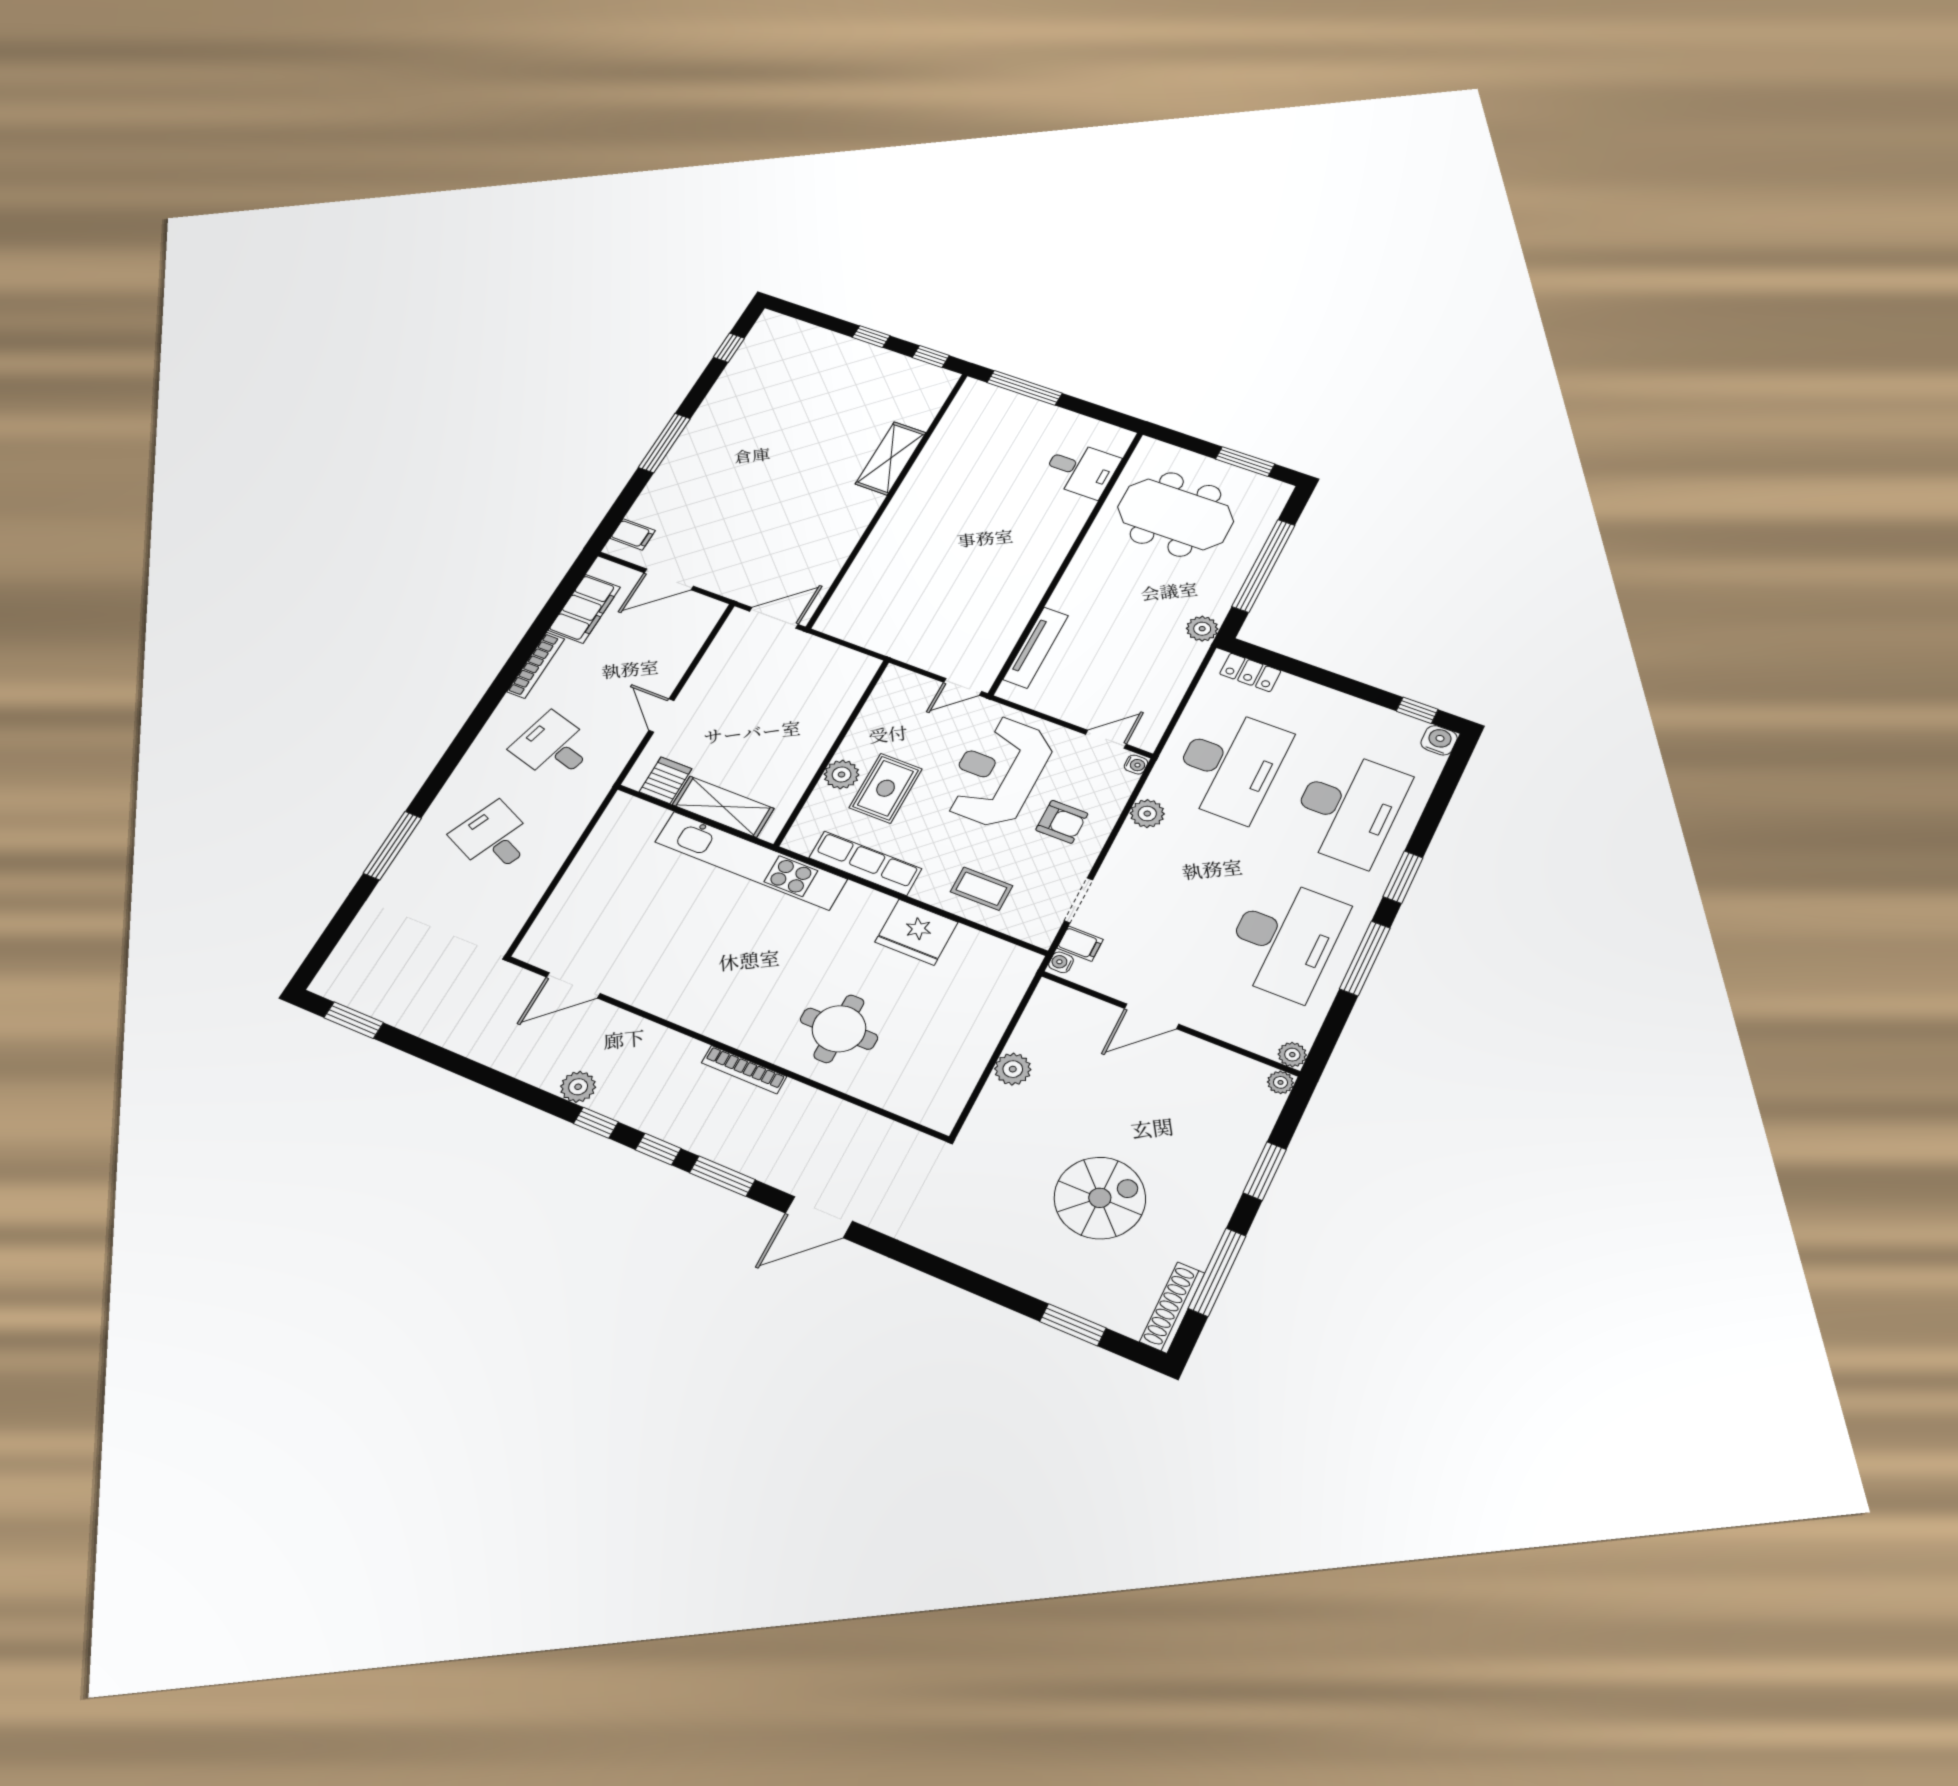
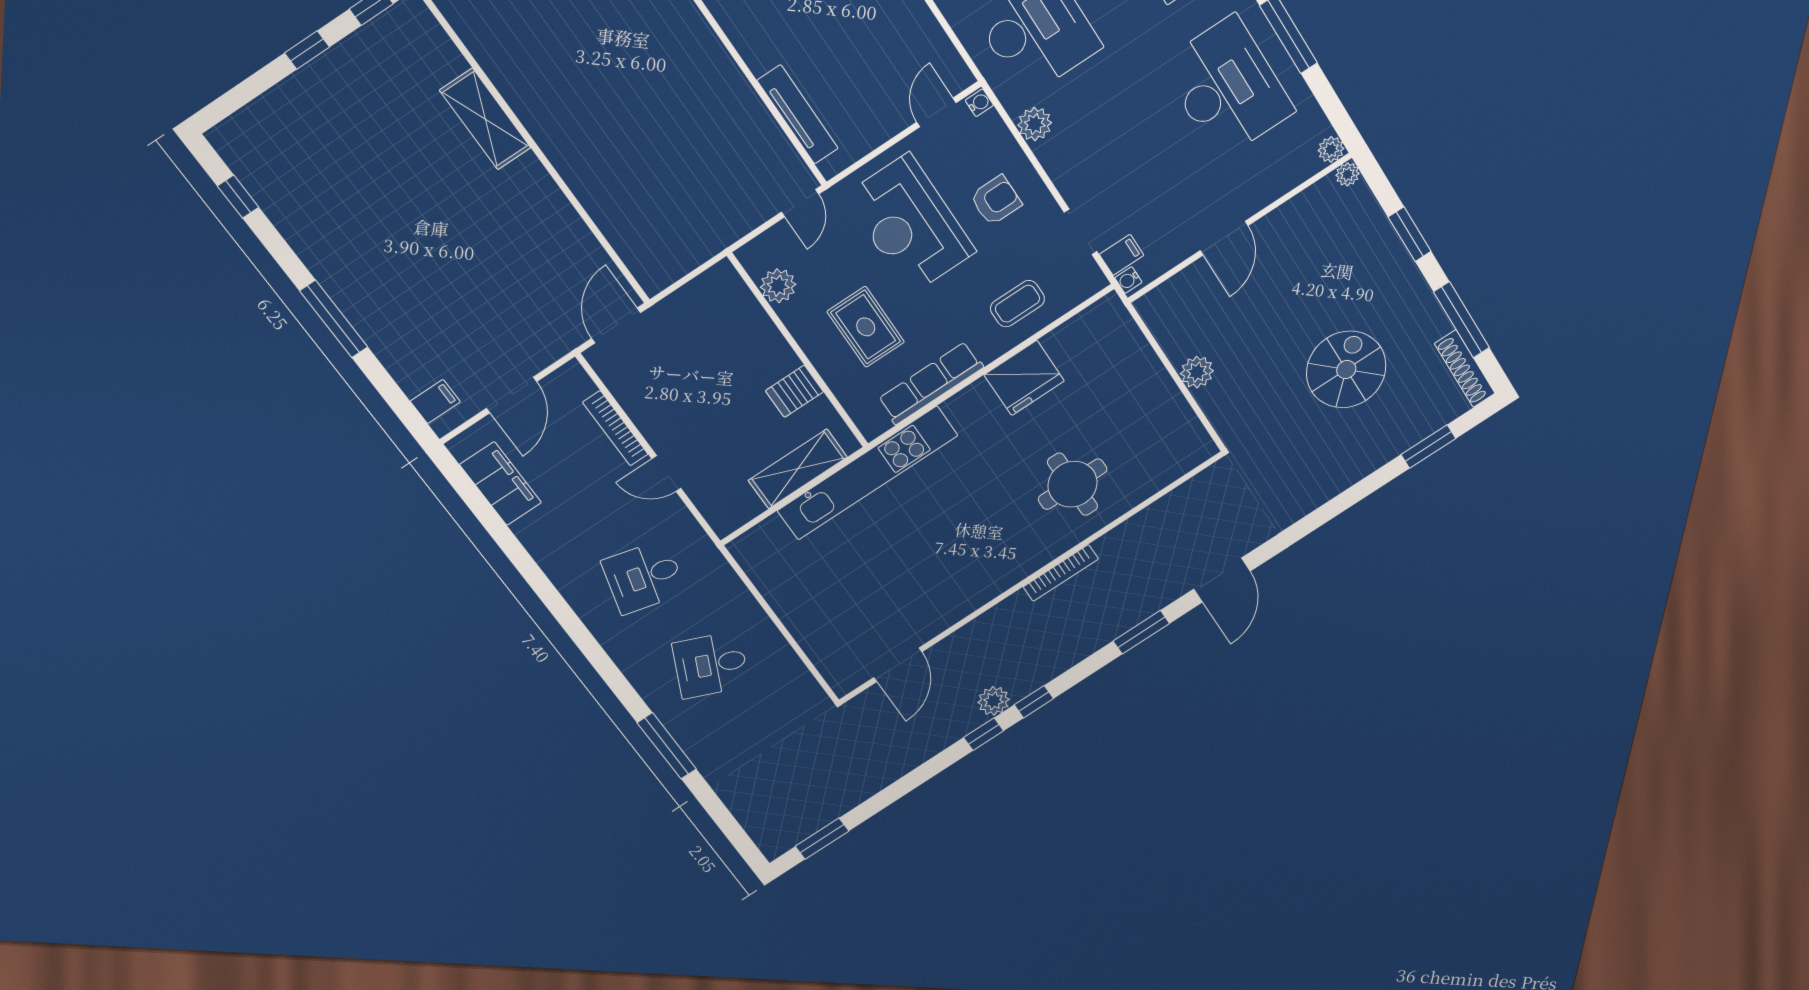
bookcase: (536, 665) -> (615, 428), moved, turned 180
plant: (842, 775) -> (778, 286), moved
server rack: (666, 780) -> (794, 391), moved, turned -90
window: (658, 1149) -> (984, 734), moved

